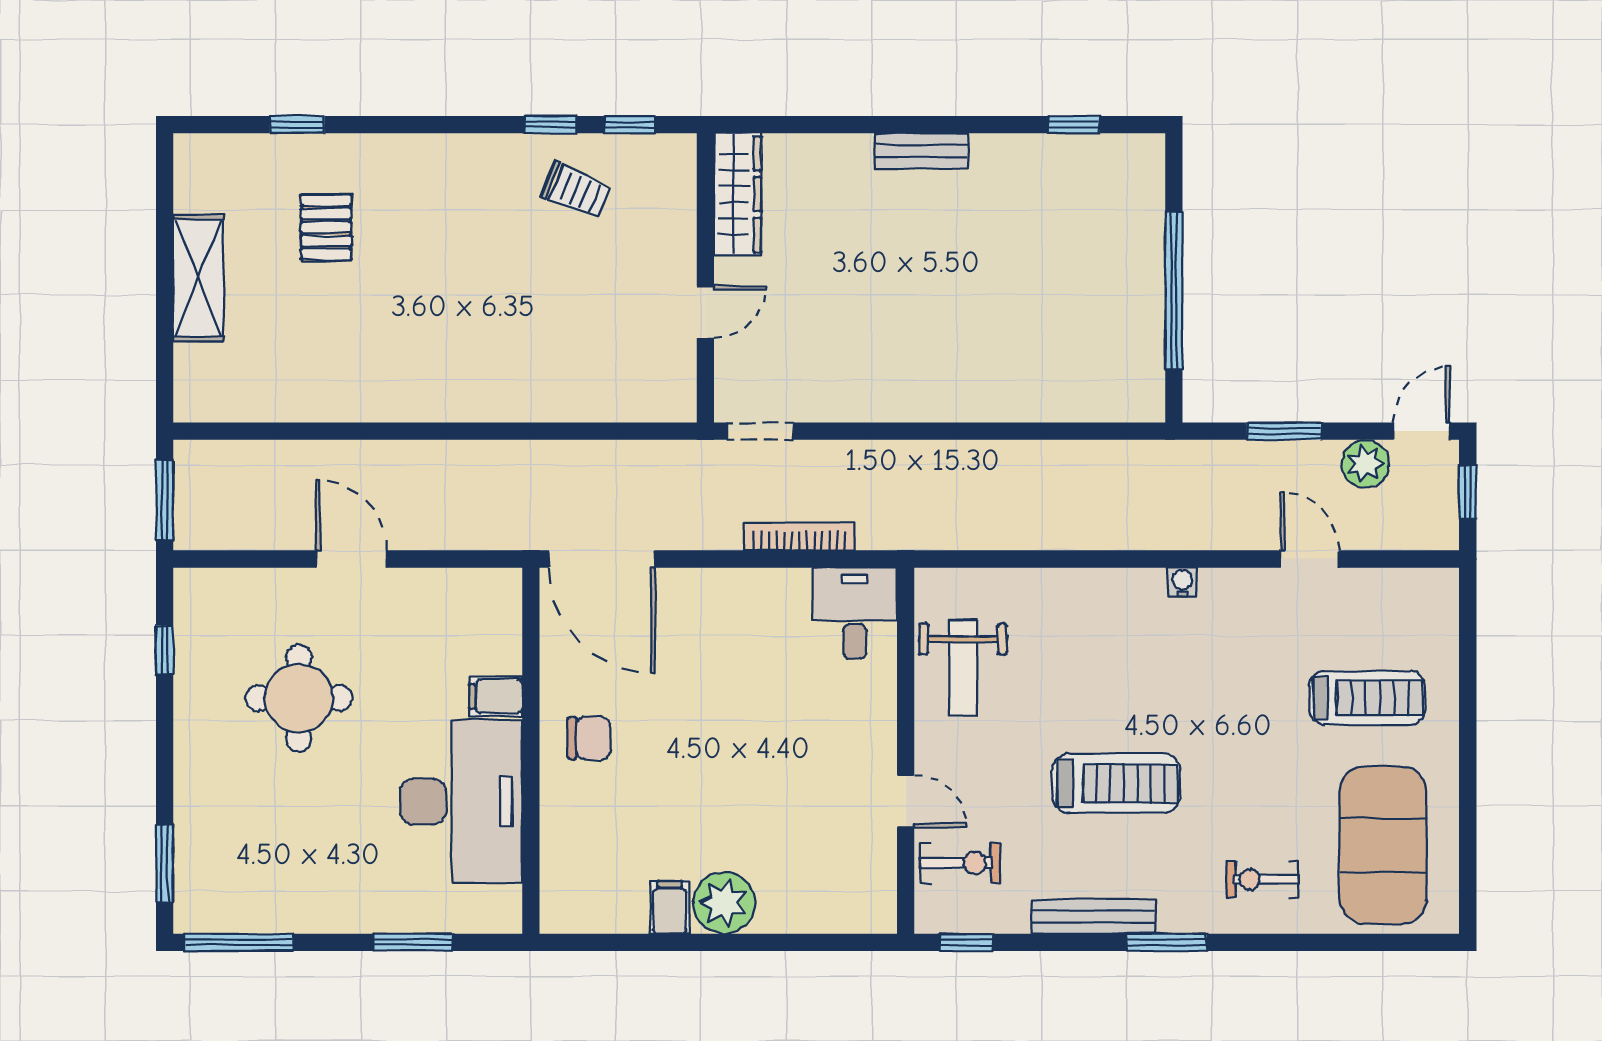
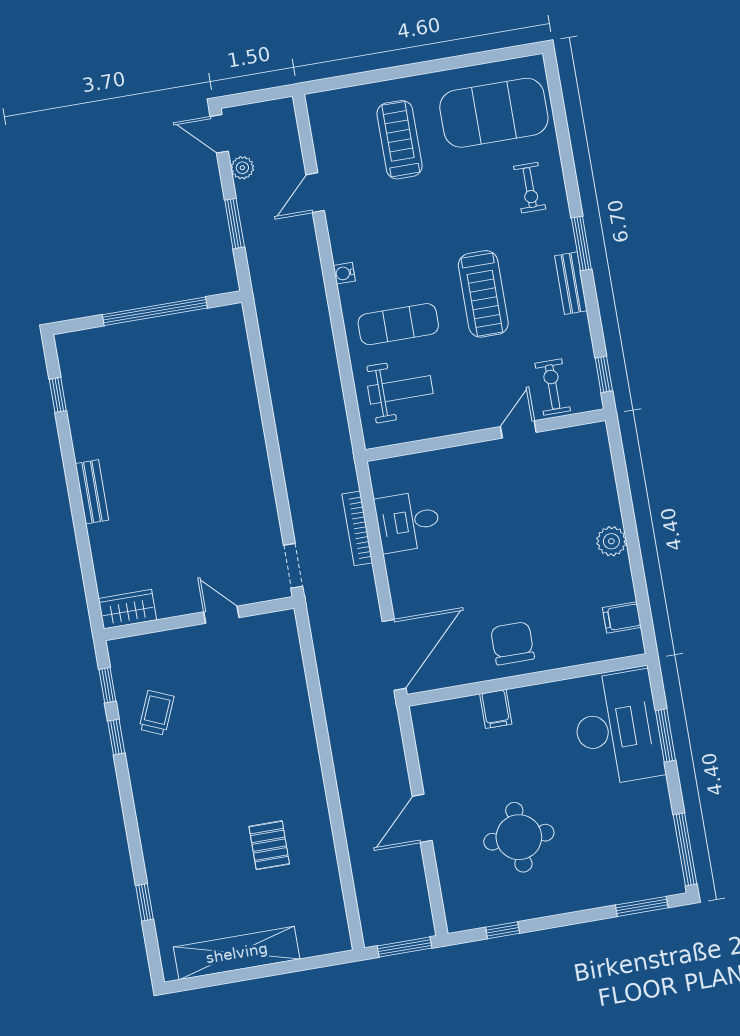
wardrobe: (738, 194) -> (128, 609), width x0.67
pallet: (326, 227) -> (269, 845), moved, turned 90
shelving: (198, 278) -> (237, 953), width x1.47
plant: (1365, 464) -> (242, 168), width x0.73, depth x0.73
window: (1468, 492) -> (254, 97), removed
desk: (855, 613) -> (408, 522), moved
exercise mat: (1093, 649) -> (398, 324), added
weight bench: (963, 668) -> (400, 390), moved
chair: (589, 738) -> (512, 643), width x1.37, depth x1.37
treadmill: (1116, 783) -> (483, 294), turned 180
desk: (461, 802) -> (617, 728), moved, turned 90
plant: (724, 903) -> (611, 541), width x0.73, depth x0.73
filing cabinet: (670, 907) -> (622, 617), moved
bench: (1093, 916) -> (571, 283), width x0.73

